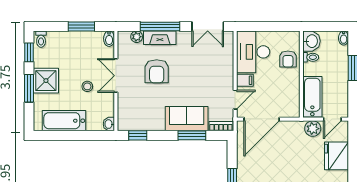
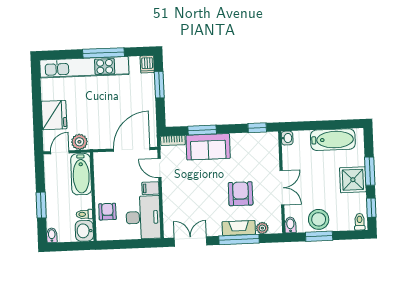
stool: (87, 86) -> (319, 219), moved, width x1.89, depth x1.89
door: (235, 100) -> (160, 168), hinge flipped

